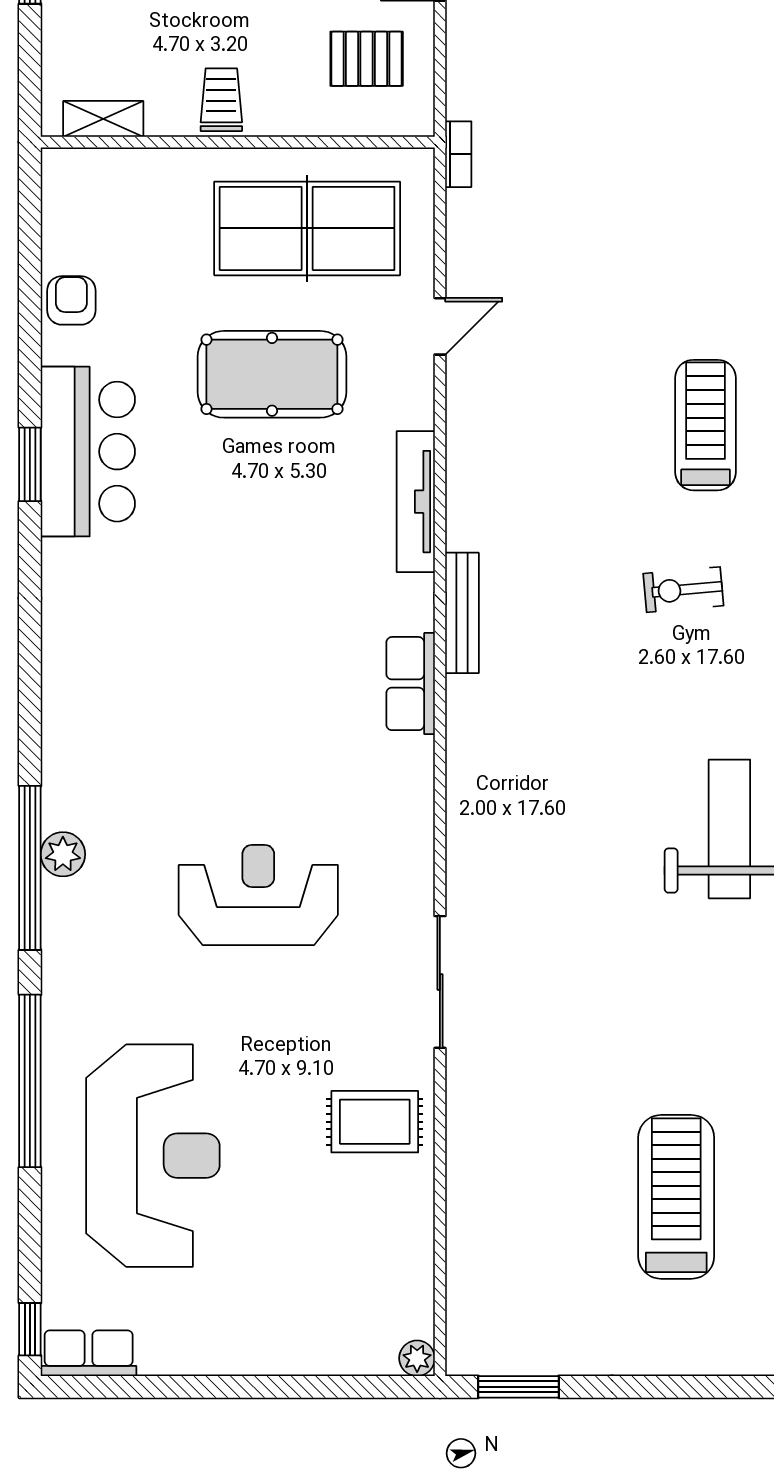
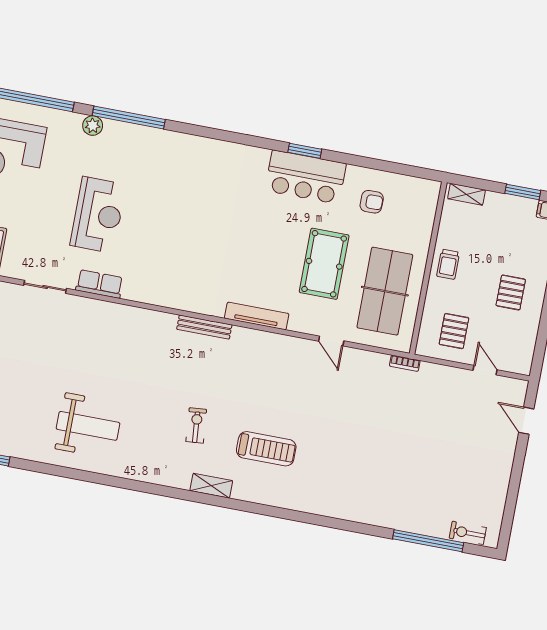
trolley: (221, 100) -> (448, 264), turned 90
shelving: (103, 119) -> (466, 194), moved, turned 90
armchair: (71, 300) -> (372, 202), moved
row of seats: (411, 684) -> (99, 284), moved
plant: (63, 854) -> (93, 126), moved
sliding door: (440, 982) -> (45, 287), width x0.73

